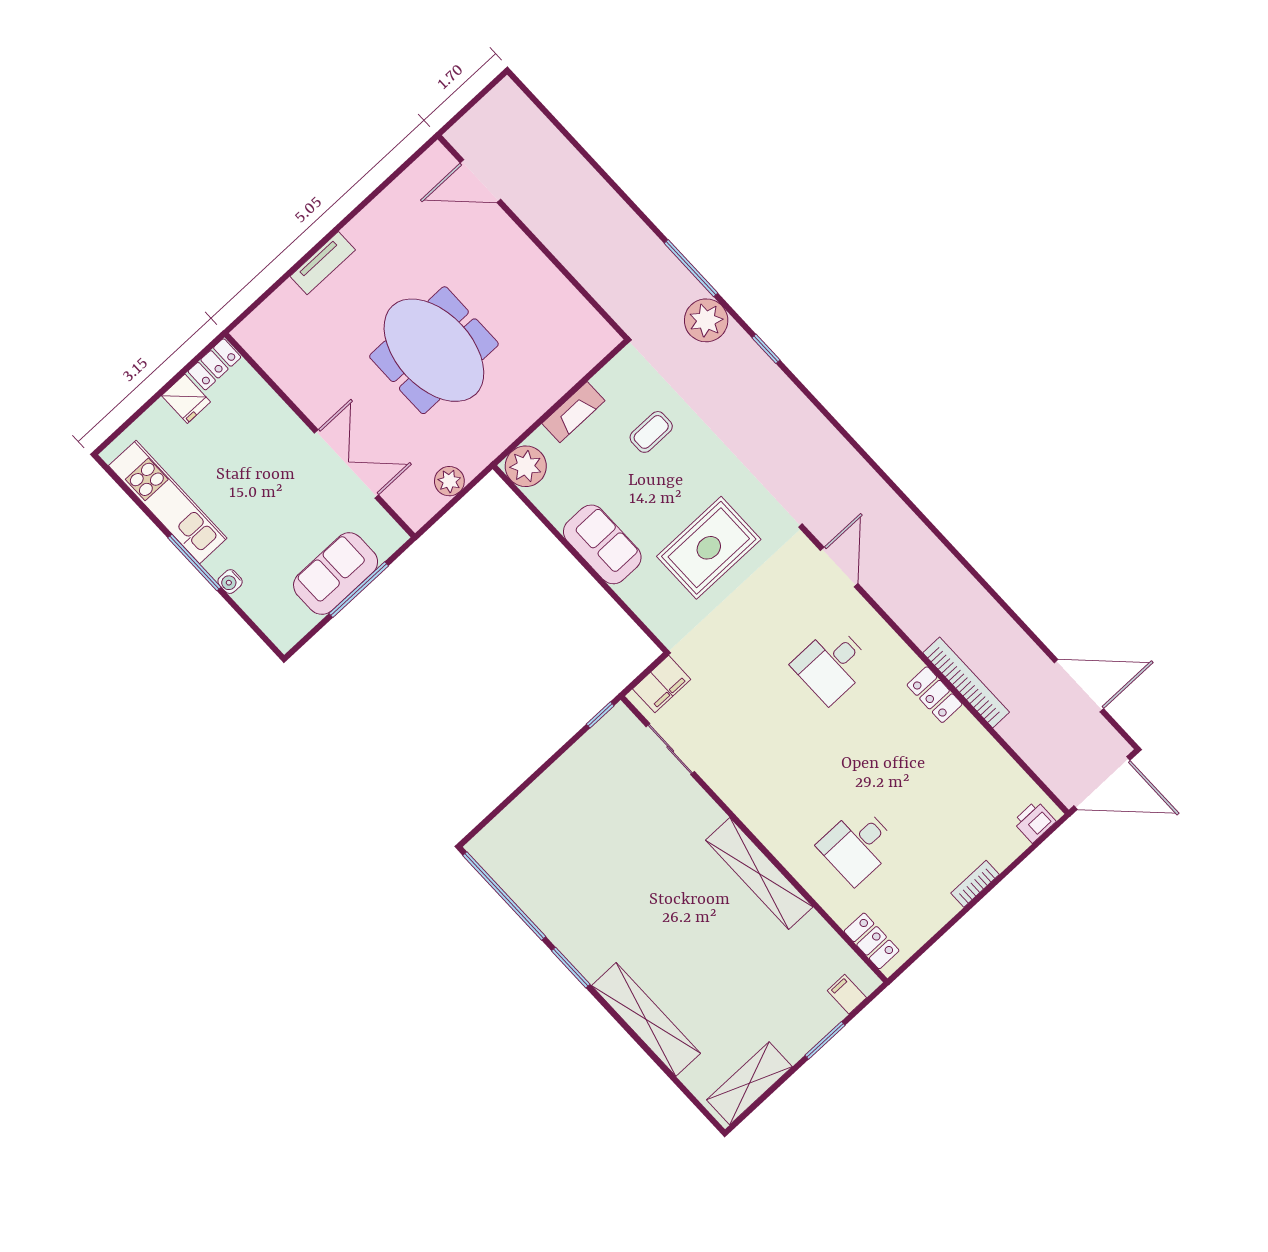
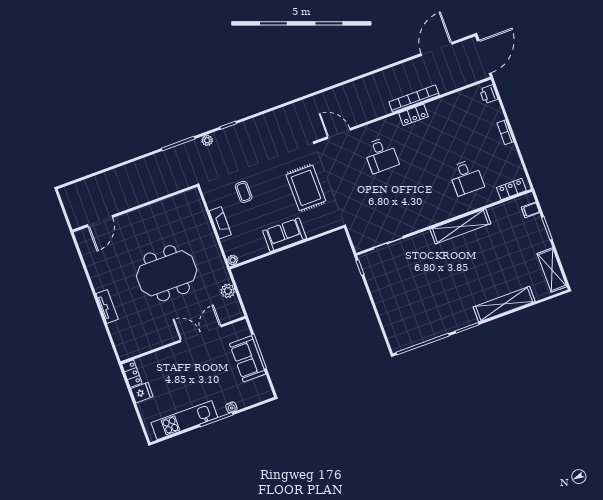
plant: (706, 320) -> (207, 140), width x0.53, depth x0.53
plant: (526, 466) -> (233, 260), width x0.53, depth x0.53
filing cabinet: (662, 684) -> (358, 234), removed

